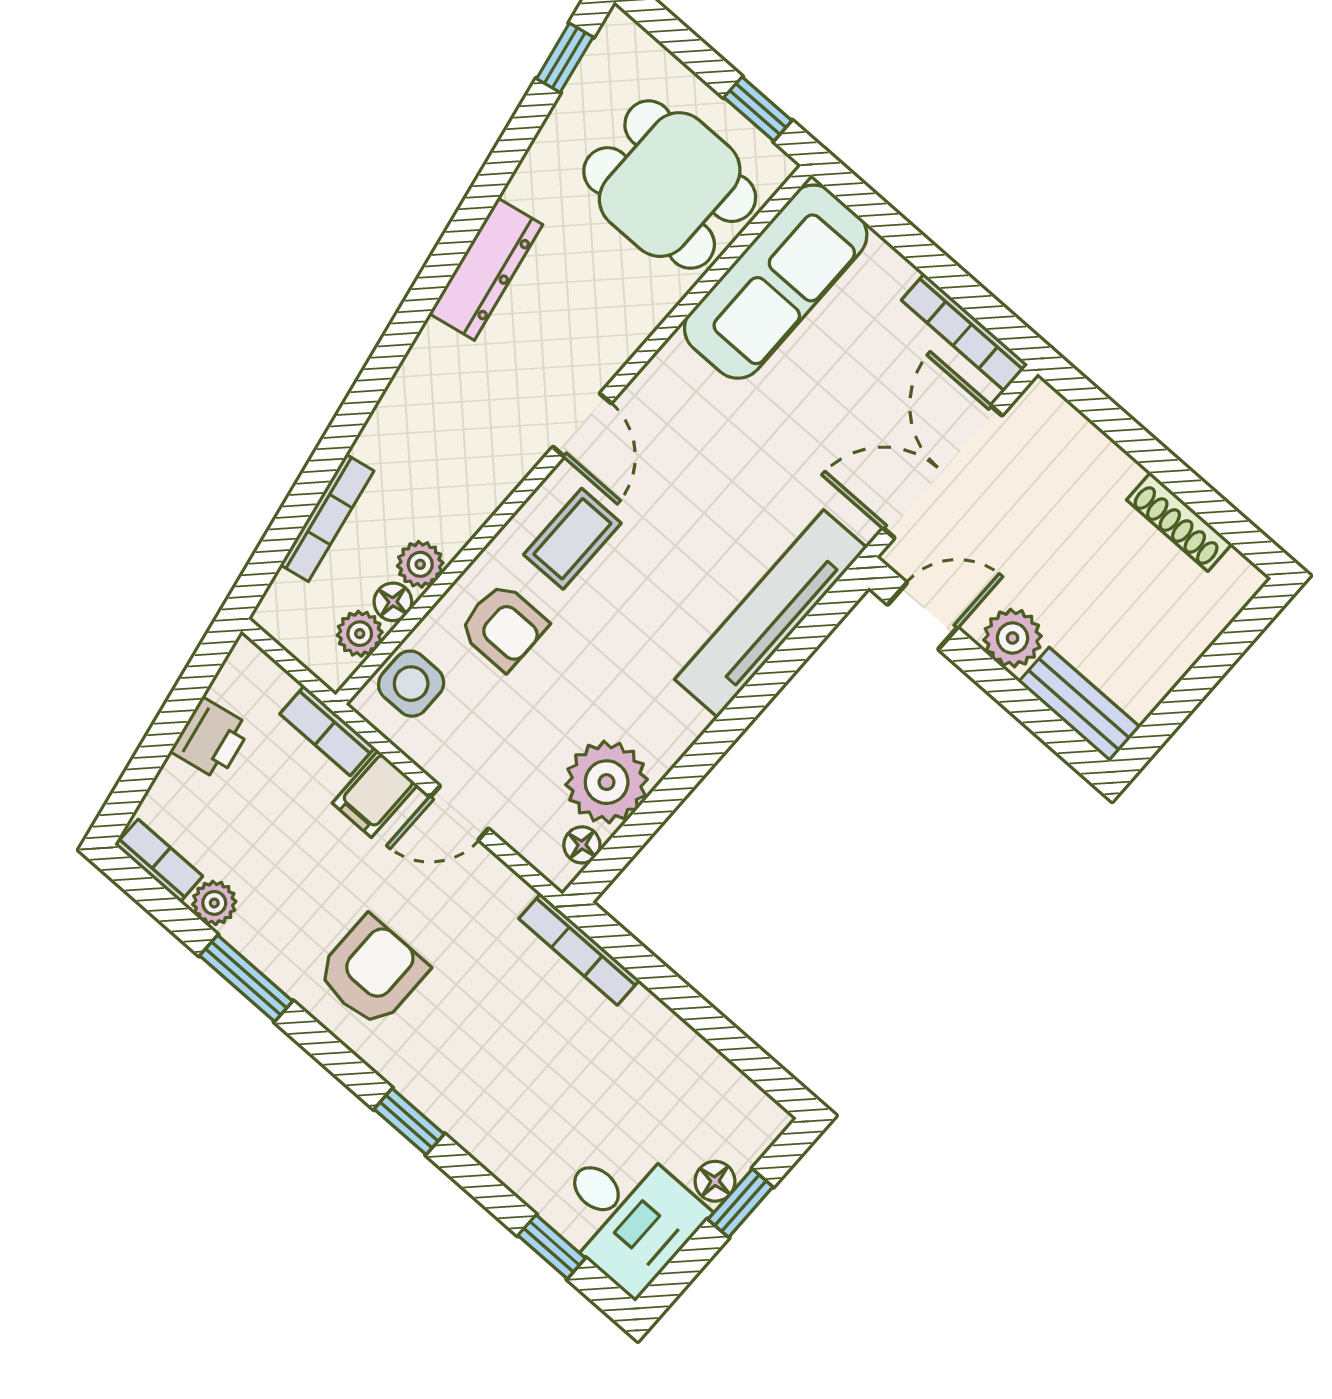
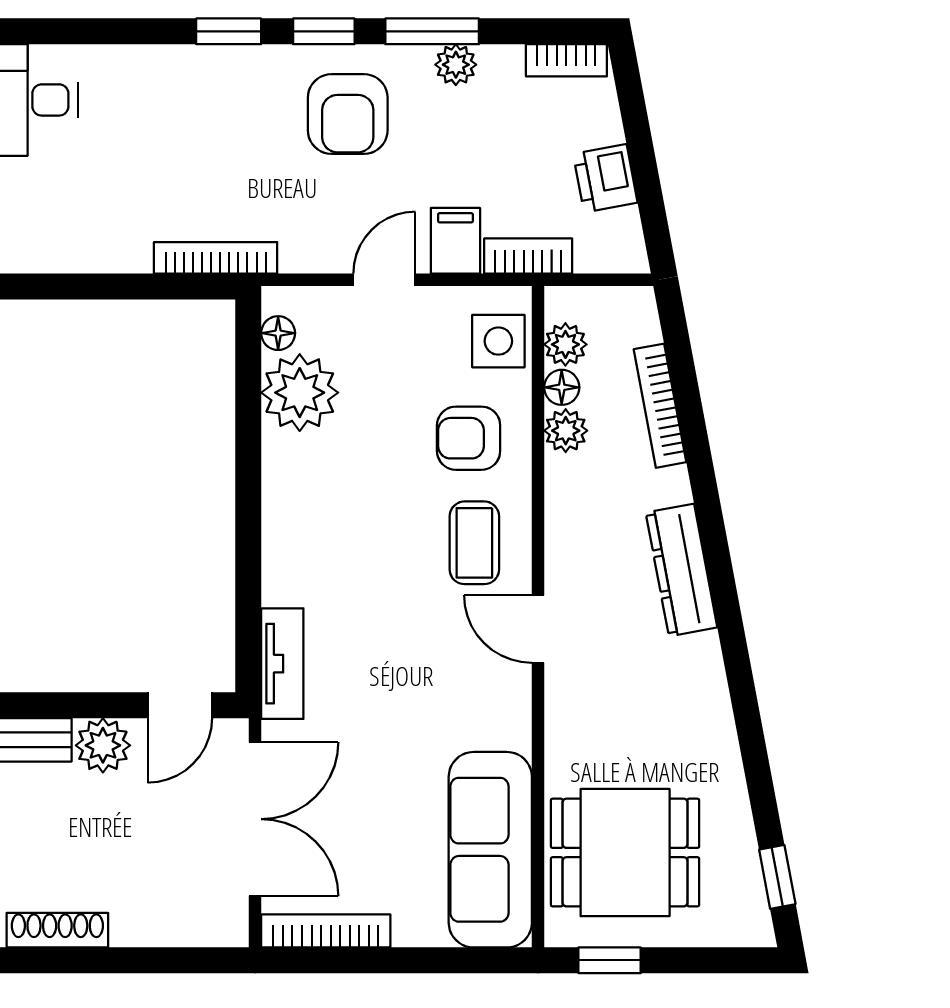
dresser: (486, 269) -> (681, 570), moved
tv unit: (771, 614) -> (282, 664), width x0.52, depth x0.78
plant: (214, 903) -> (456, 65), moved
window: (552, 1247) -> (324, 31), moved

